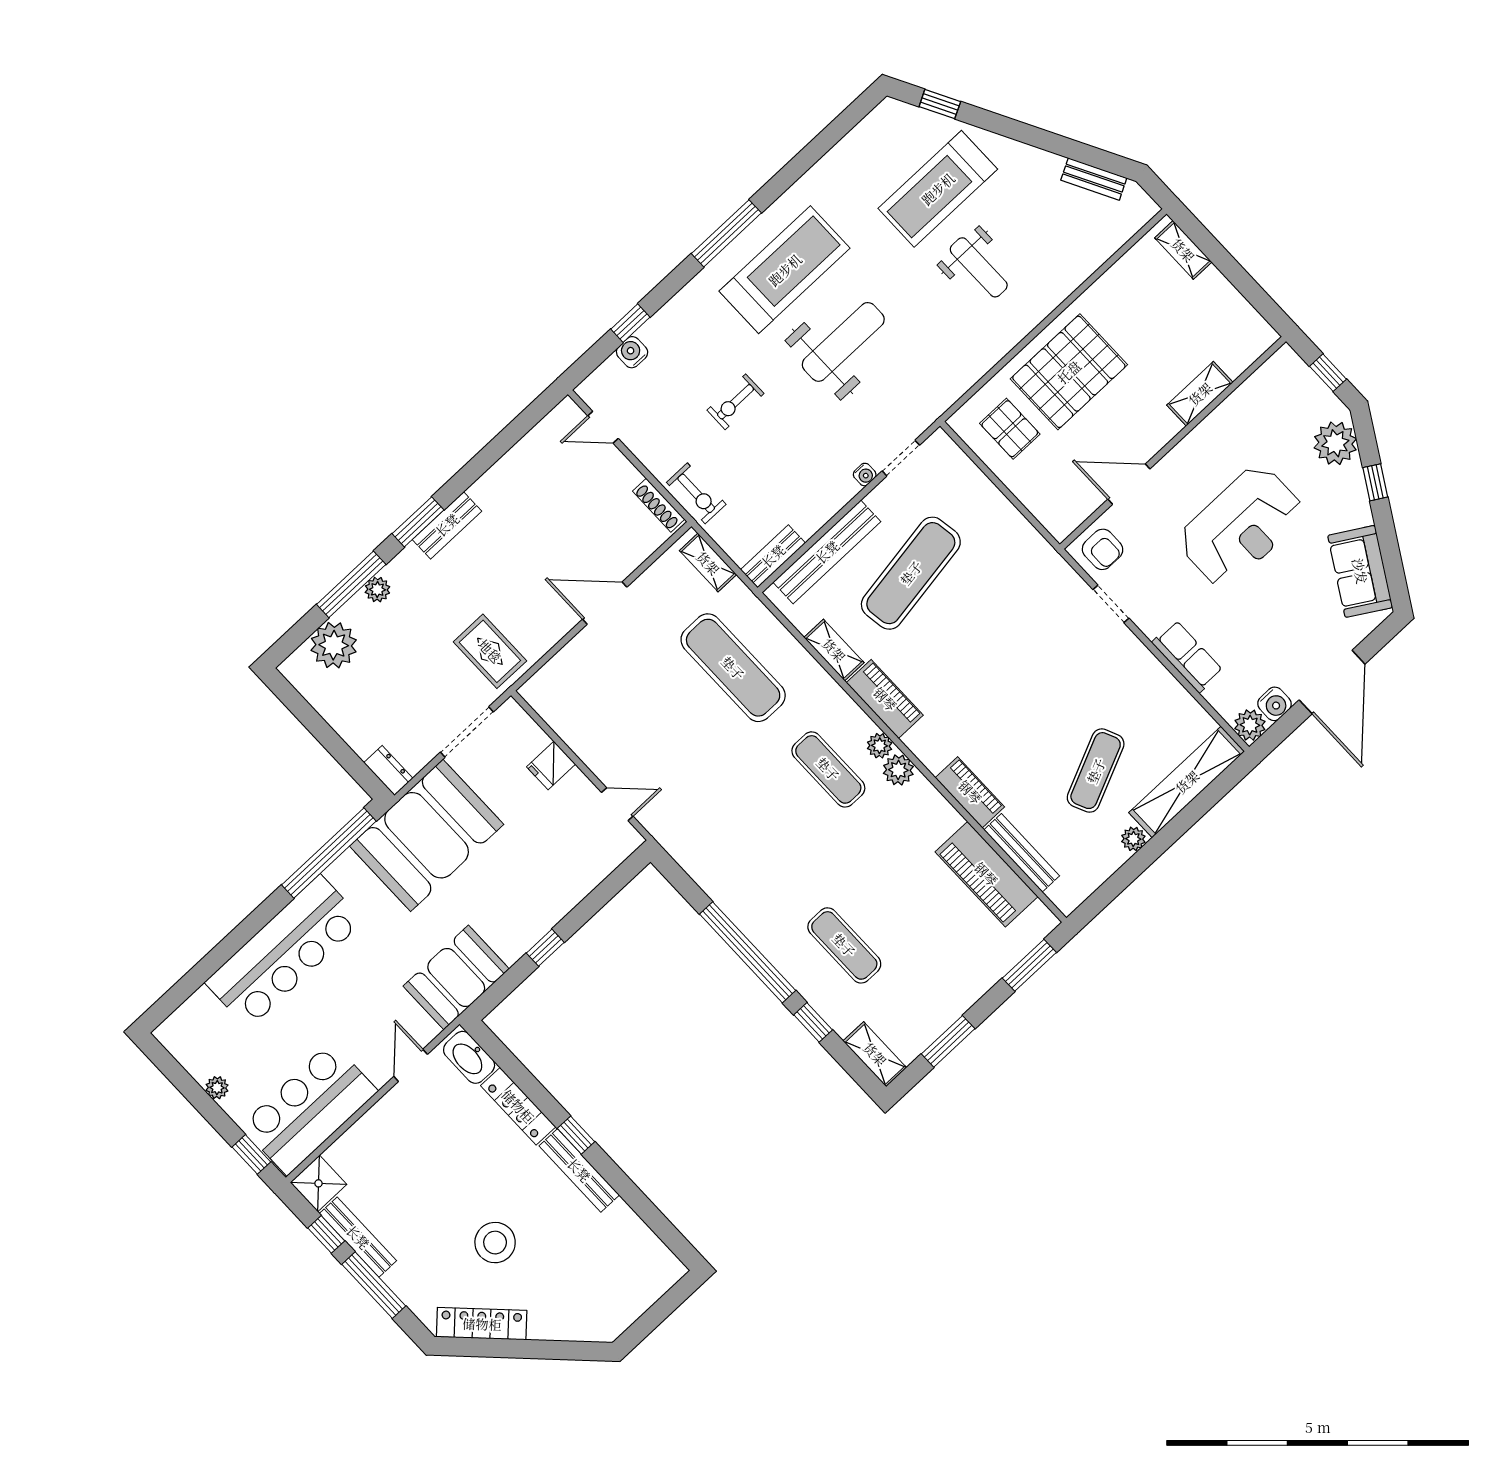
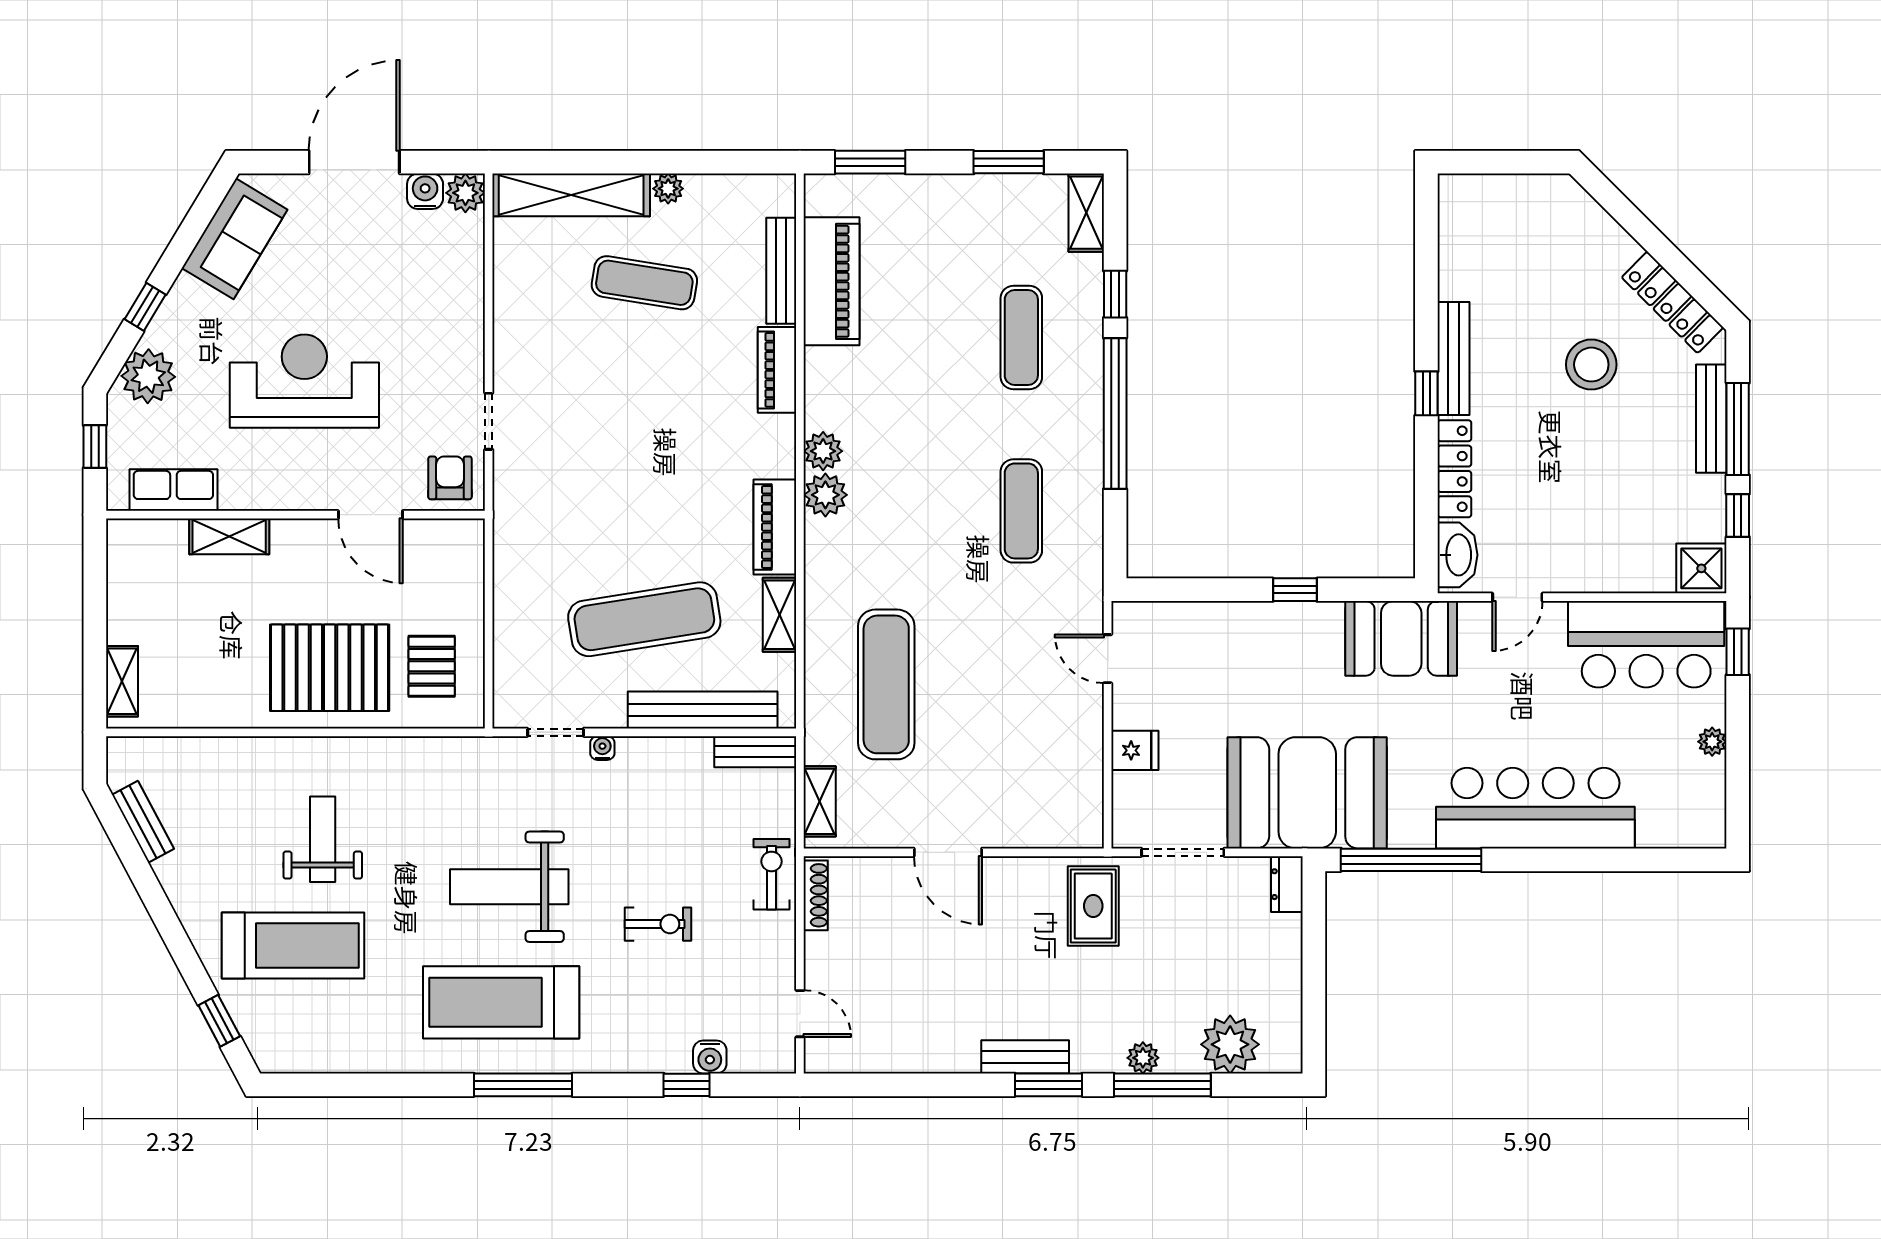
row of seats: (1187, 656) -> (173, 490), moved, turned 90
plant: (880, 746) -> (825, 495), width x1.38, depth x1.38
exercise mat: (828, 769) -> (1021, 511), moved
exercise mat: (1096, 771) -> (644, 283), turned 33
bench: (358, 1237) -> (1711, 419), moved

